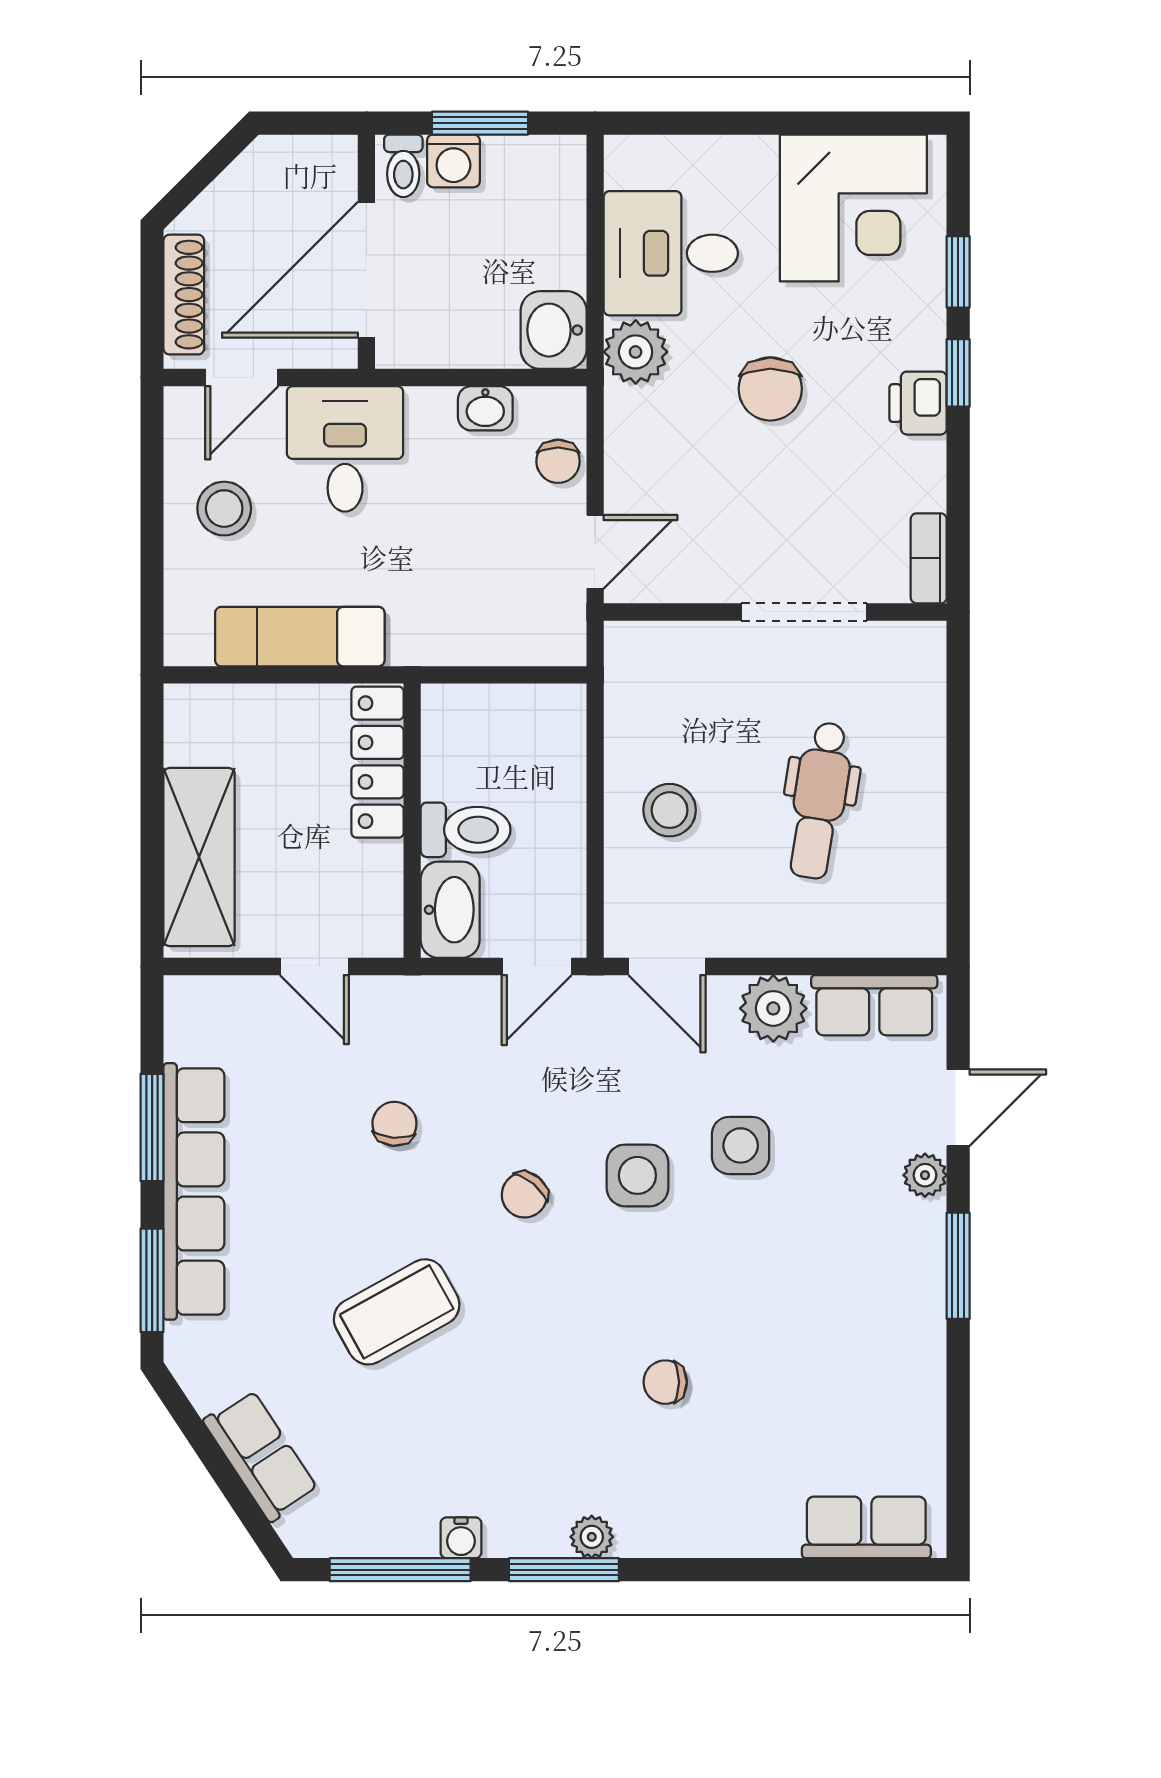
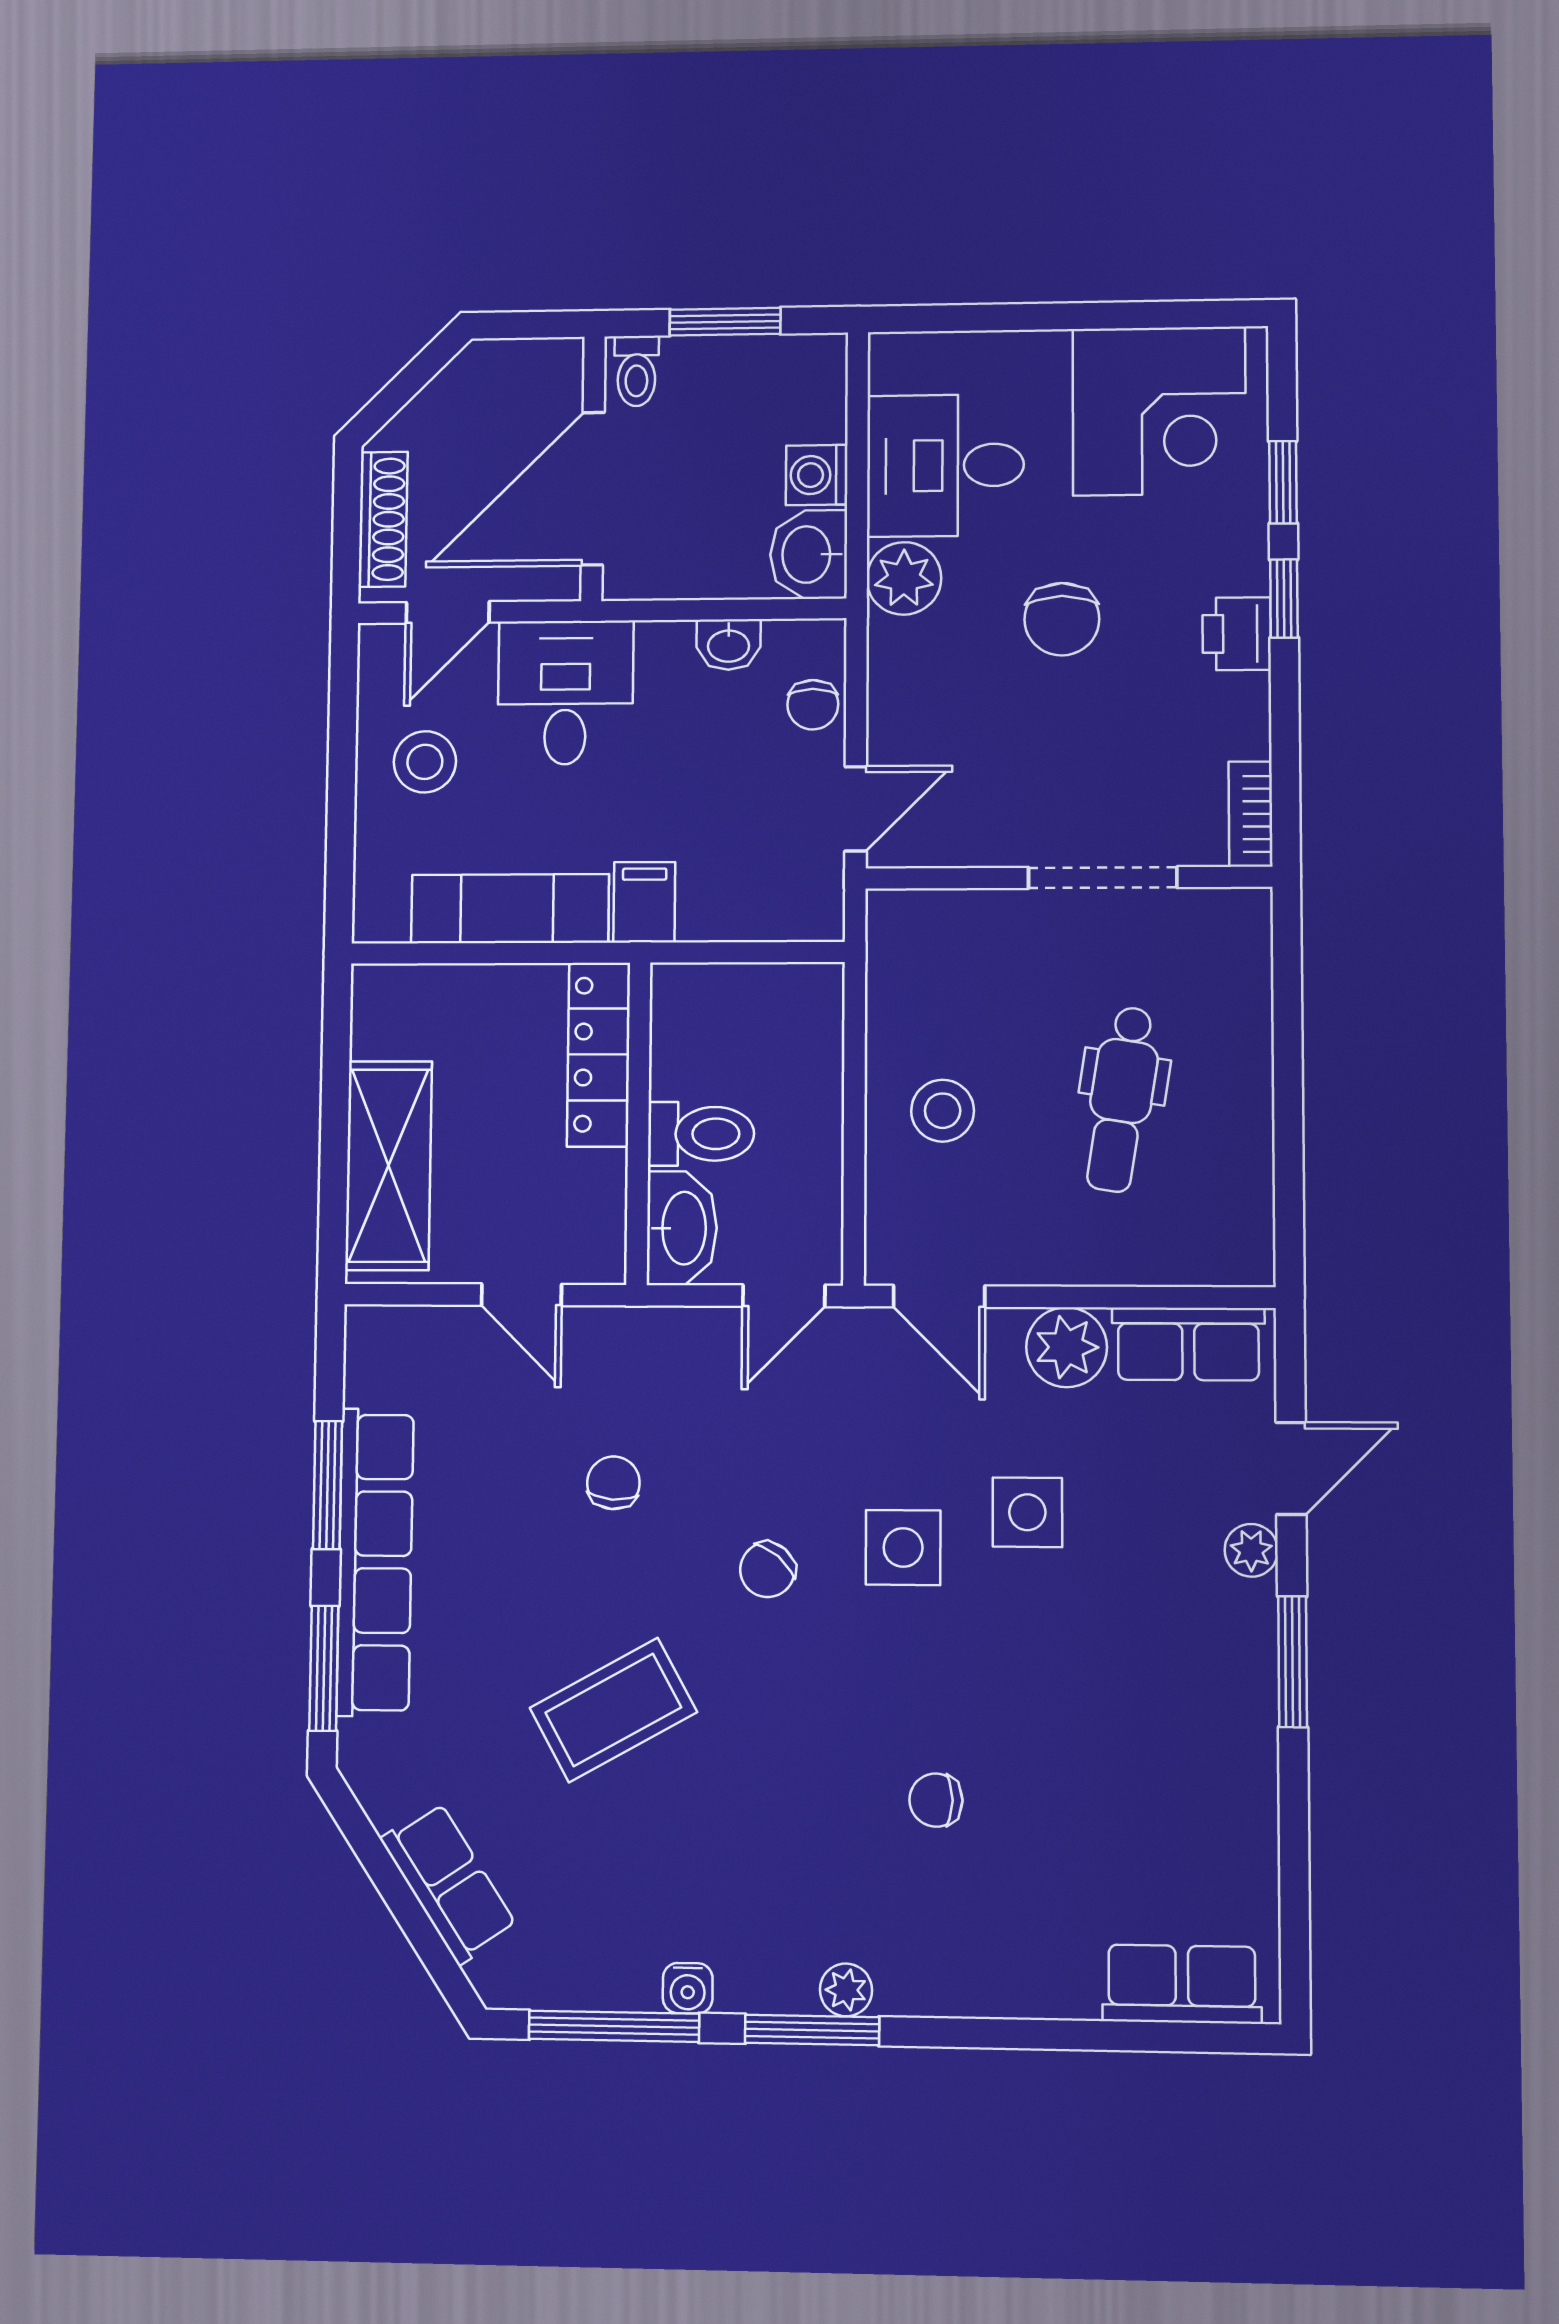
washing machine: (453, 161) -> (817, 475), moved, turned 90
filing cabinet: (415, 632) -> (644, 902), added

